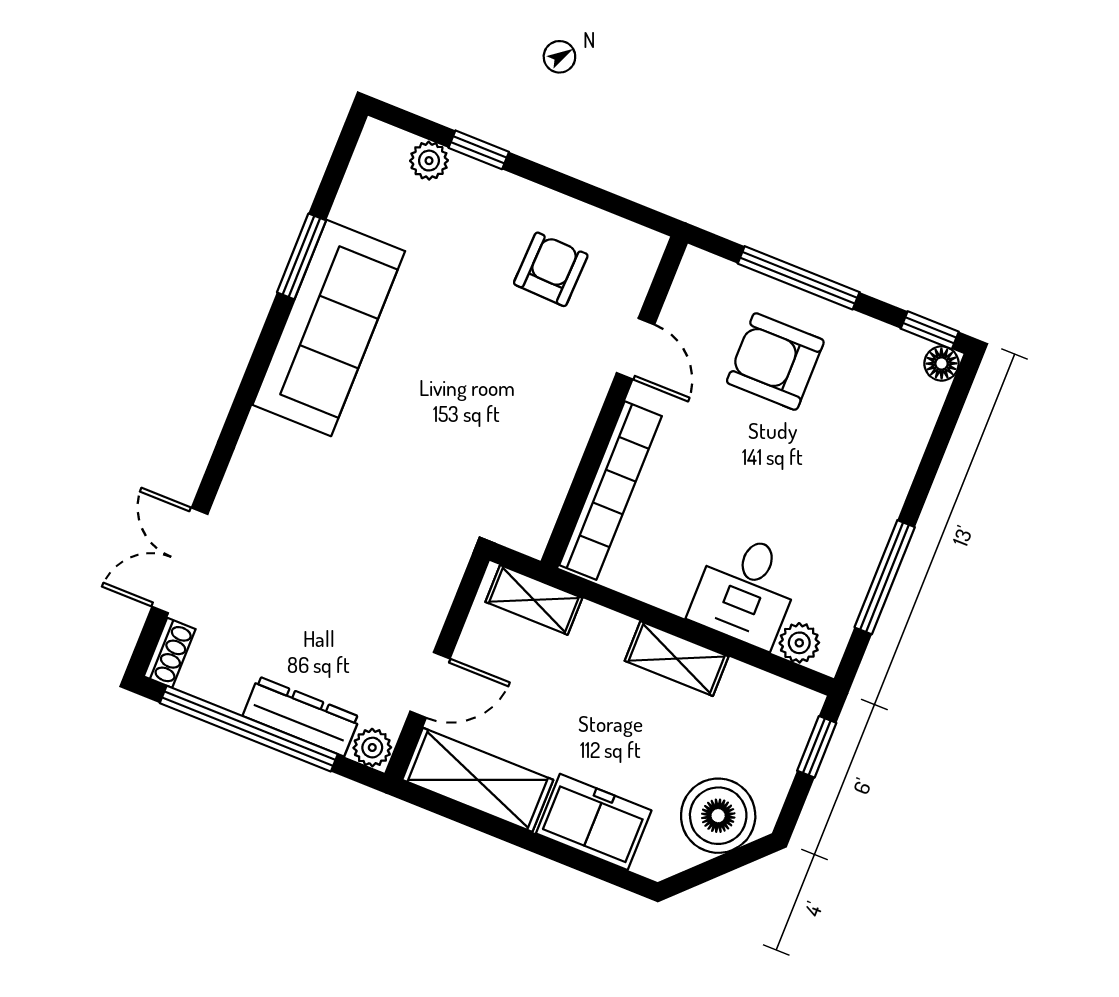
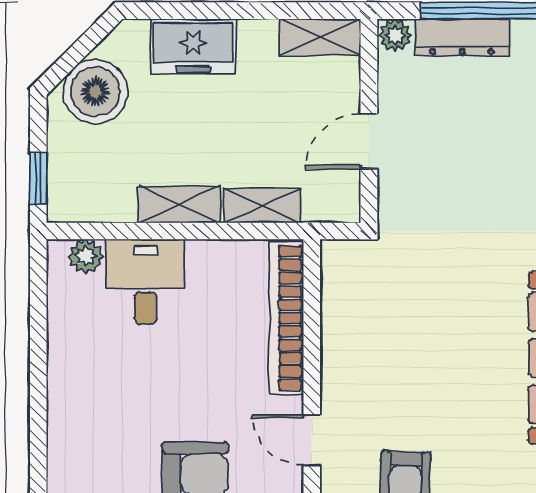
window: (885, 577) -> (38, 337), removed
shelving: (534, 600) -> (262, 206), moved
door: (430, 685) -> (369, 141), moved
shelving: (478, 780) -> (320, 37), width x0.67, depth x0.75

